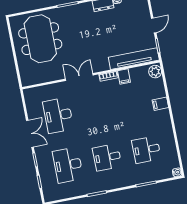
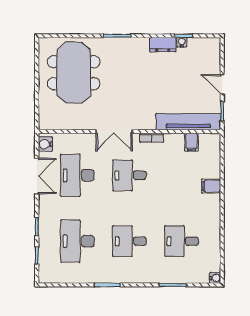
door: (154, 25) -> (222, 84), swing flipped
plant: (155, 72) -> (212, 144), removed
filing cabinet: (124, 76) -> (191, 142), moved
double door: (79, 77) -> (114, 131), swing flipped
water cooler: (29, 97) -> (45, 144), added
desk: (97, 108) -> (129, 175), added
double door: (30, 134) -> (37, 176), moved

